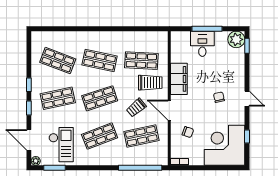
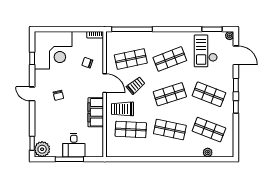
plant: (59, 36) -> (208, 152), added
shop shelf: (58, 98) -> (209, 94), turned 33

